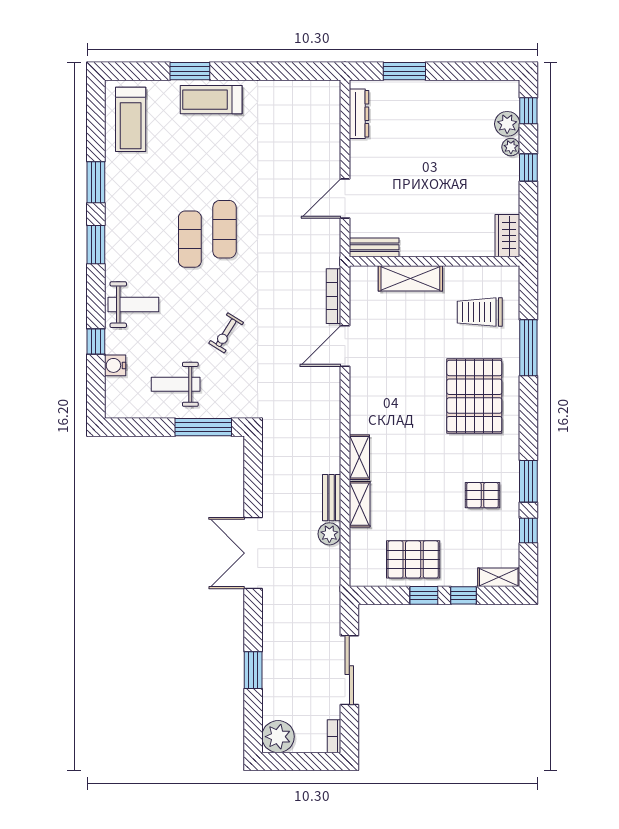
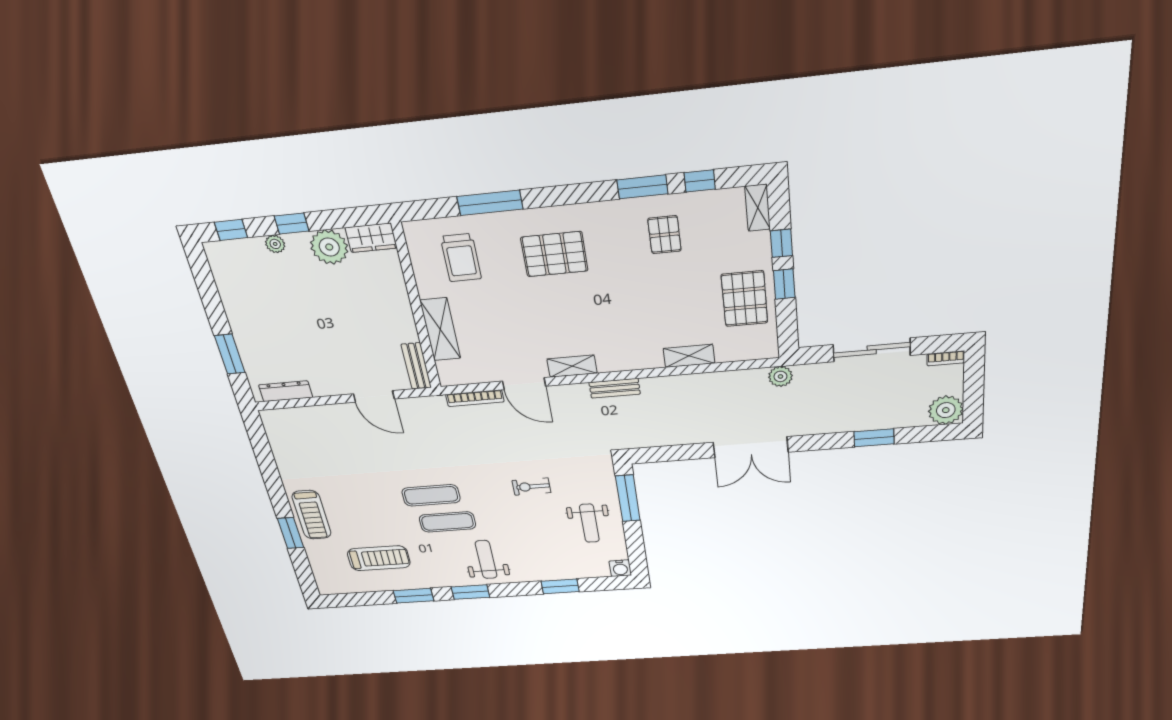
treadmill: (131, 119) -> (379, 558), moved
plant: (507, 124) -> (329, 247), moved, width x1.36, depth x1.36
weight bench: (133, 305) -> (486, 560), moved
exercise bike: (226, 333) -> (531, 487), turned 148
window: (96, 342) -> (560, 586), width x1.50
water cooler: (115, 365) -> (620, 568), moved
pallet: (474, 396) -> (554, 254), width x0.73, depth x0.71
shelving: (359, 457) -> (572, 366), moved
bench: (332, 498) -> (615, 388), moved
plant: (329, 534) -> (780, 376), moved

